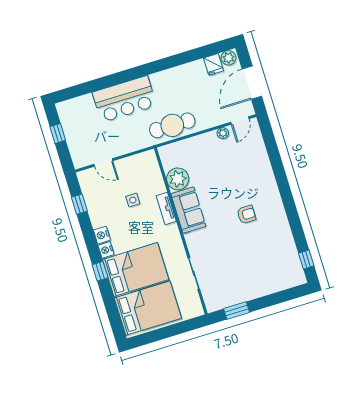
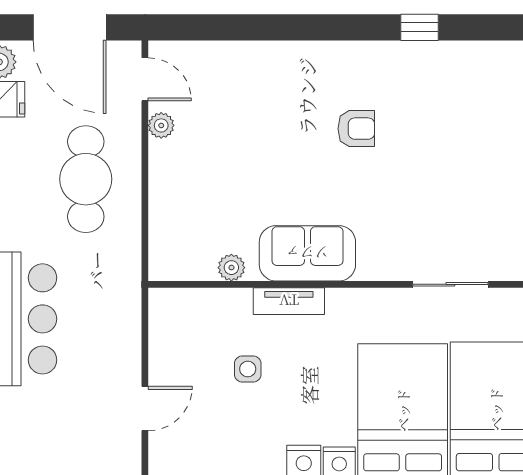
cafe table: (172, 125) -> (86, 179), moved
plant: (178, 179) -> (231, 268), width x0.53, depth x0.53
armchair: (246, 214) -> (356, 129), turned 90
window: (306, 260) -> (420, 27), moved

